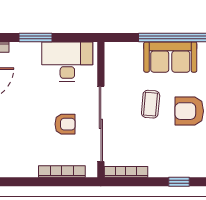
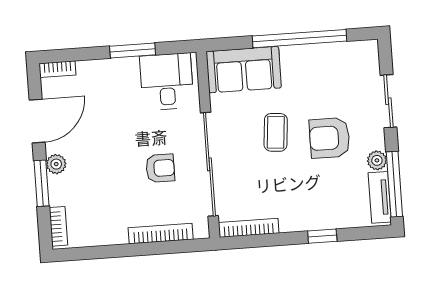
window: (36, 37) -> (133, 51), moved
sofa: (170, 57) -> (244, 70), moved
desk: (67, 62) -> (167, 82), width x0.73

